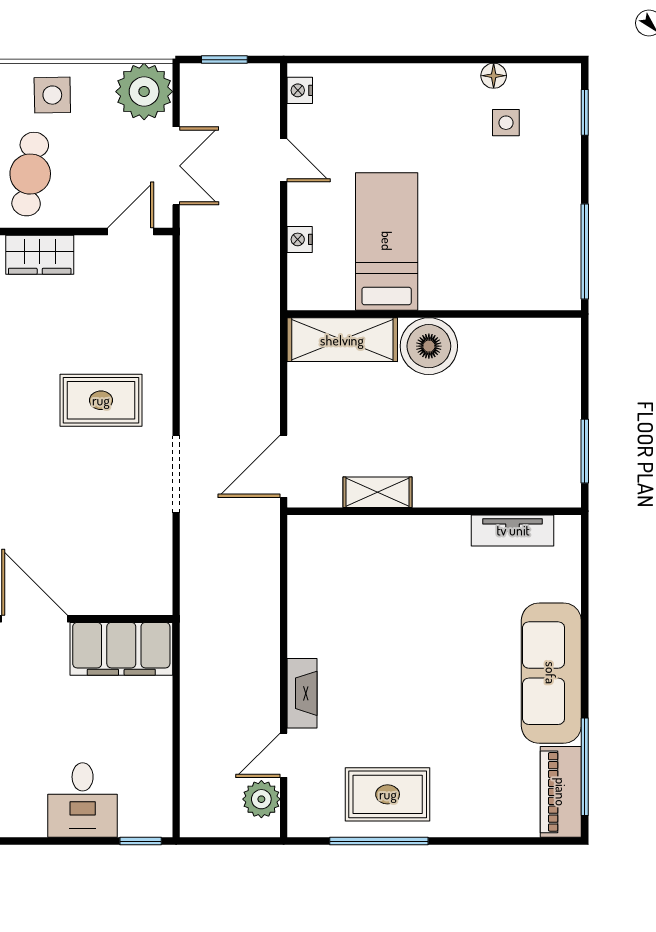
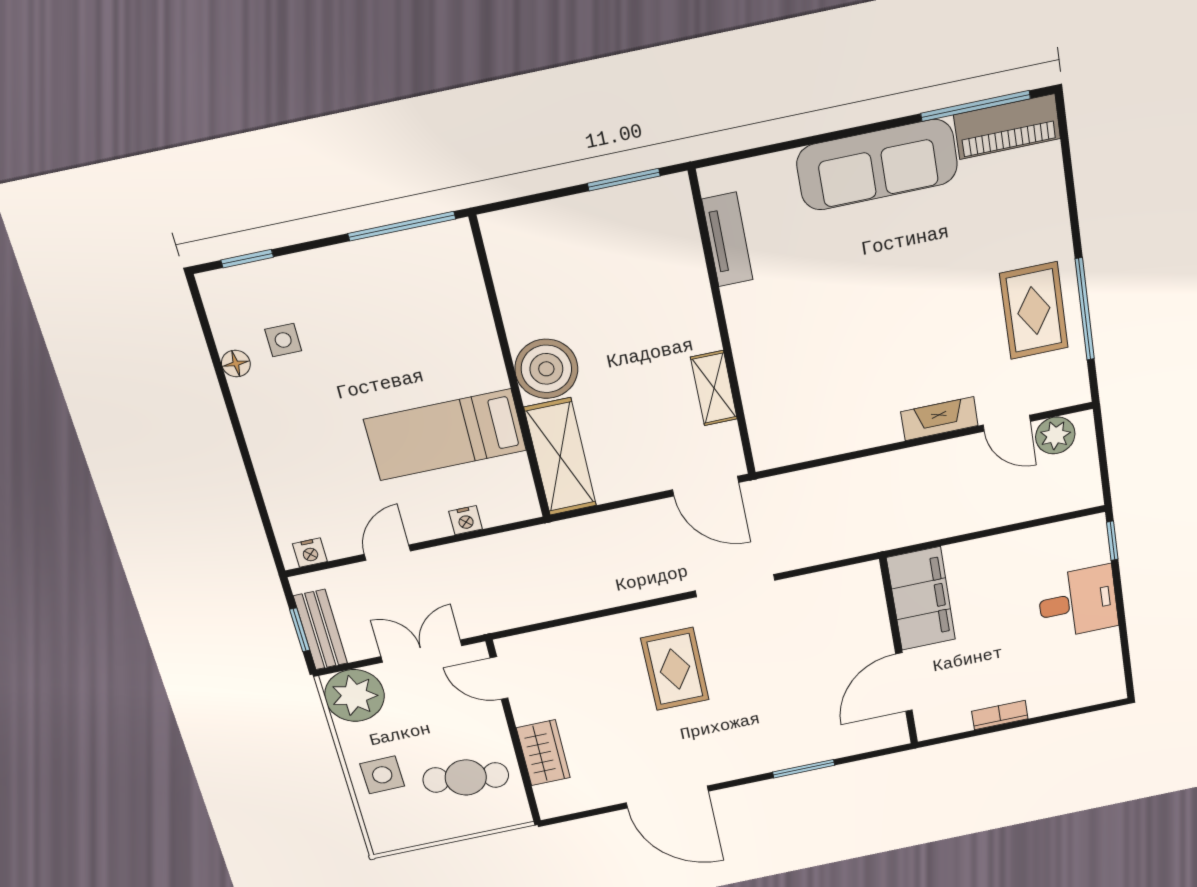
bench: (220, 78) -> (320, 630), added

